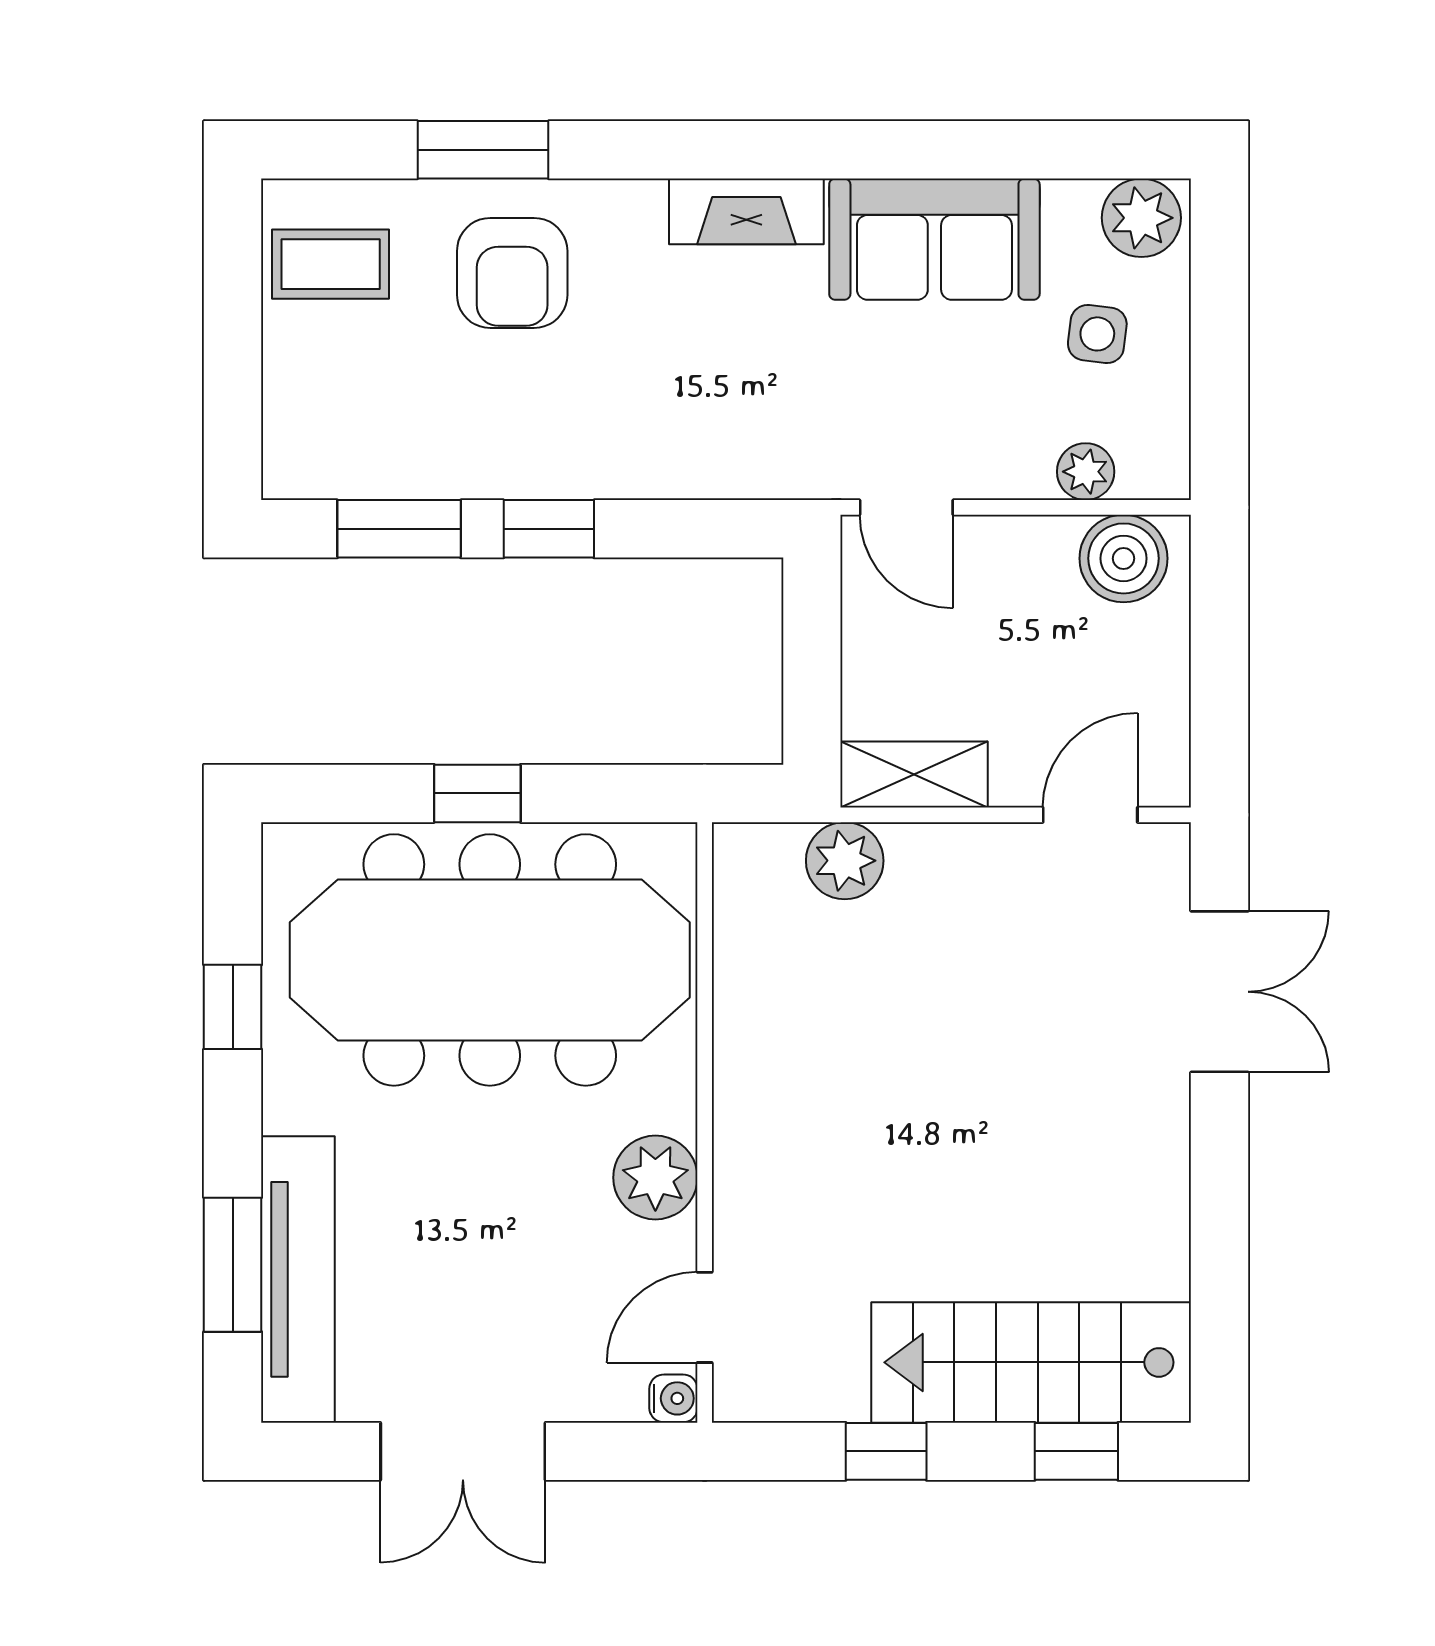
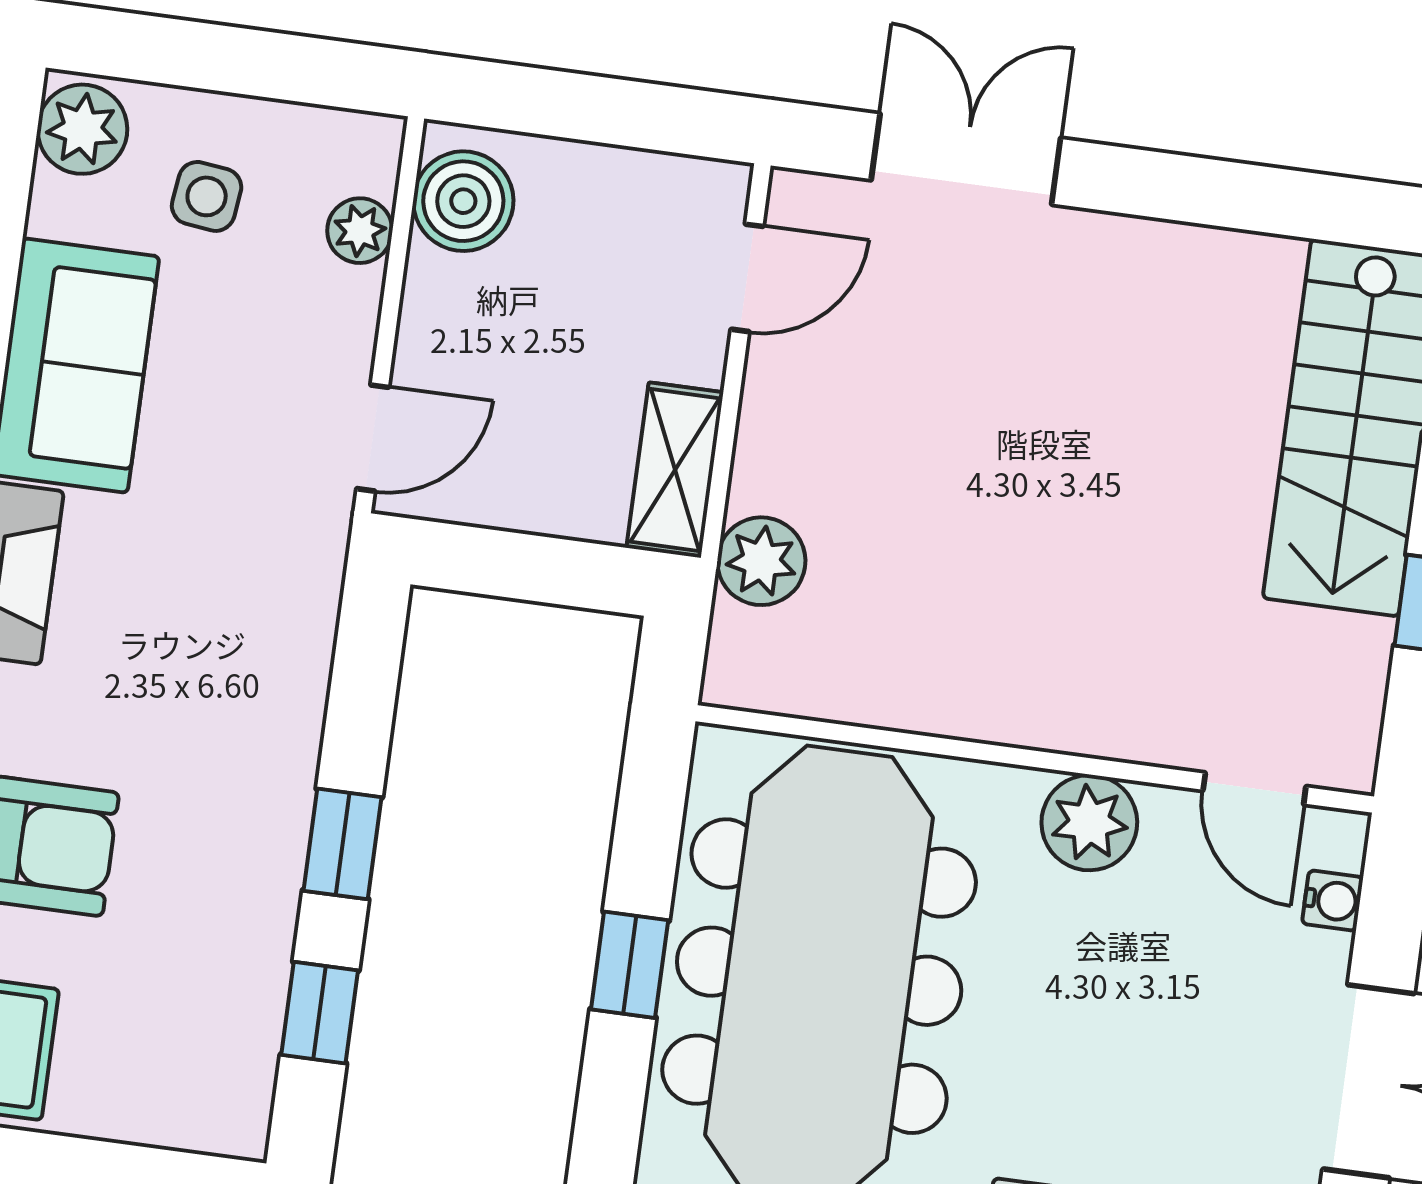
window: (399, 529) -> (320, 1013), width x0.67
door: (1090, 815) -> (747, 278), swing flipped
water cooler: (673, 1398) -> (1333, 901), moved, turned 90

